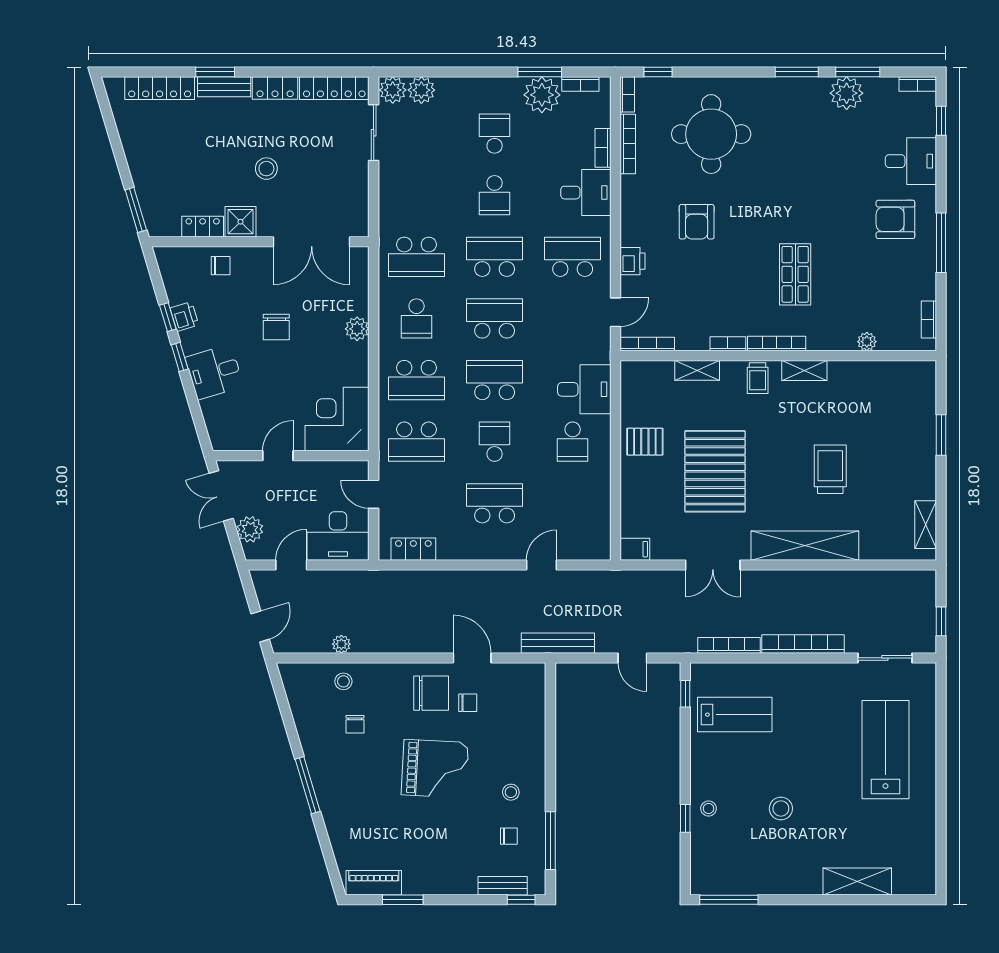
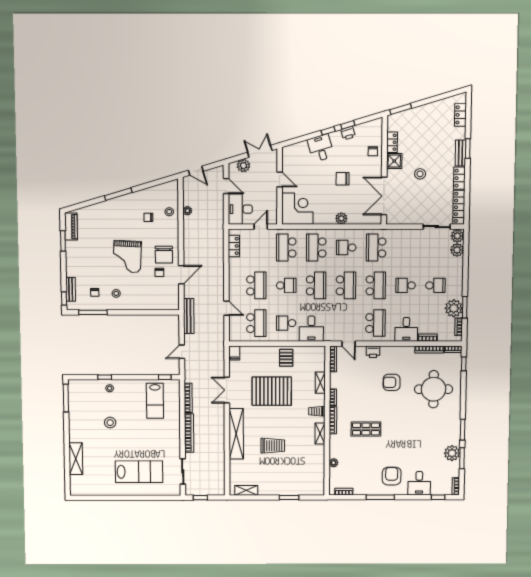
locker: (160, 88) -> (460, 115), width x0.66
school desk: (573, 503) -> (256, 323), added

